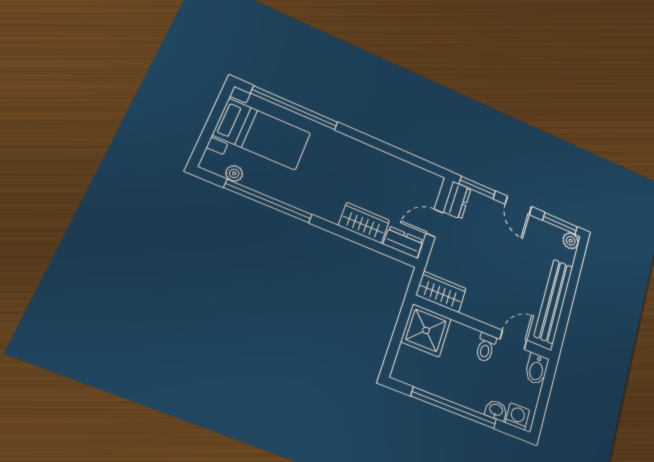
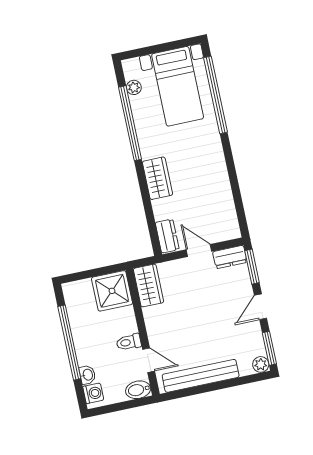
wardrobe: (364, 223) -> (157, 178), moved

